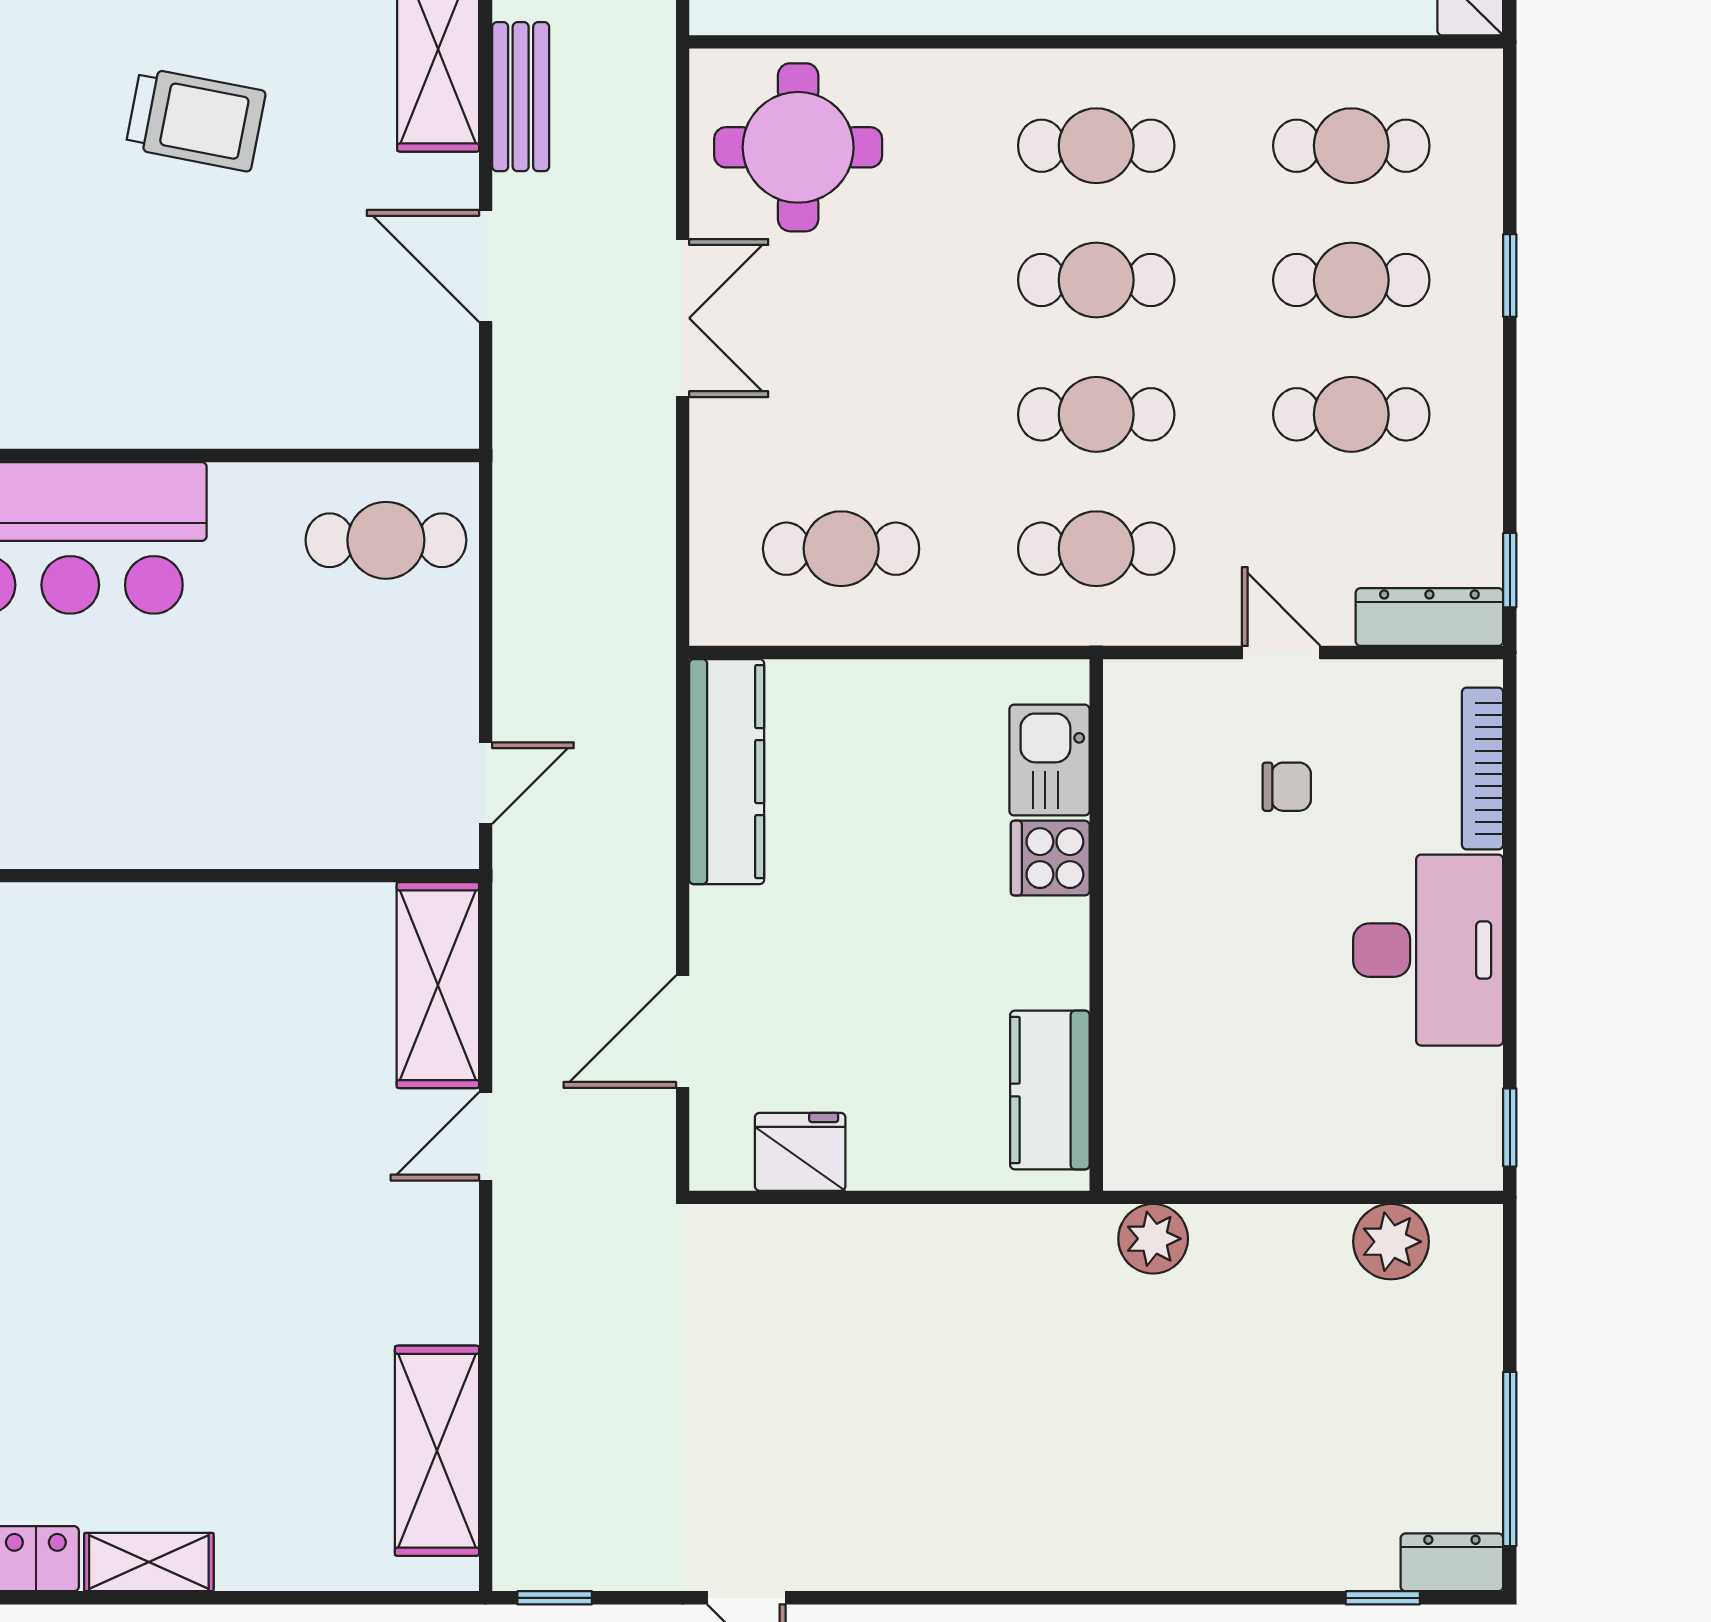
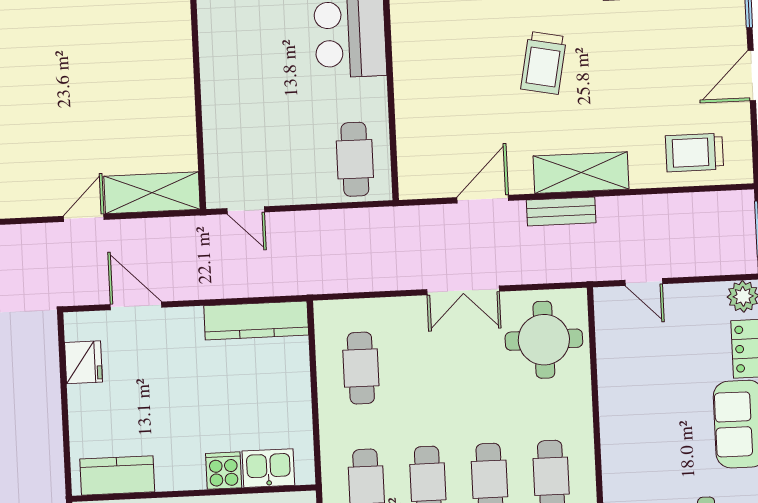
door: (486, 1136) -> (84, 218), hinge flipped

